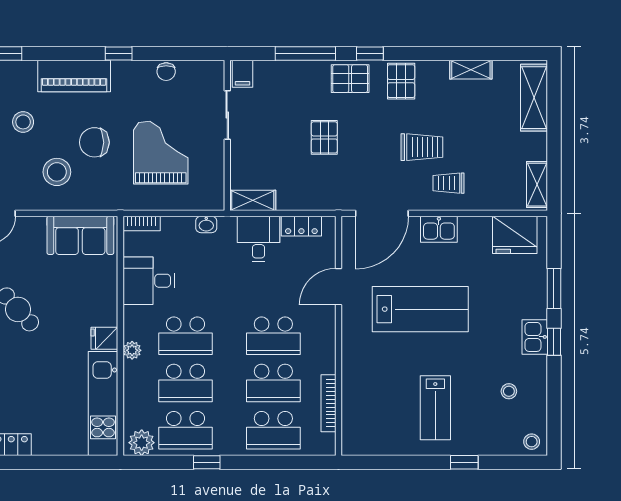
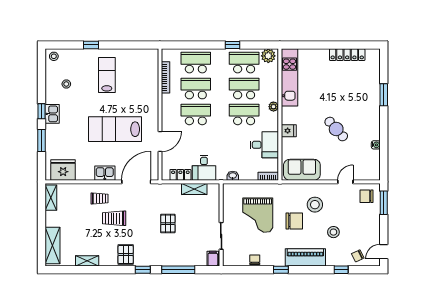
pallet: (350, 79) -> (154, 256), removed
shelving: (253, 200) -> (194, 189), moved
fridge: (104, 338) -> (289, 131), moved

